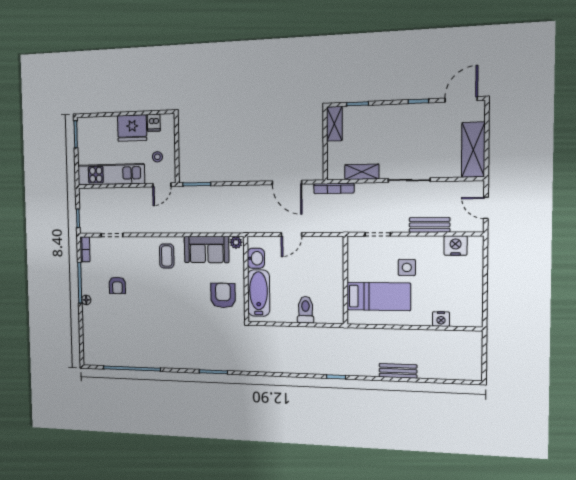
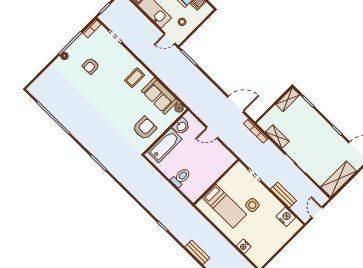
door: (287, 183) -> (236, 104), swing flipped

